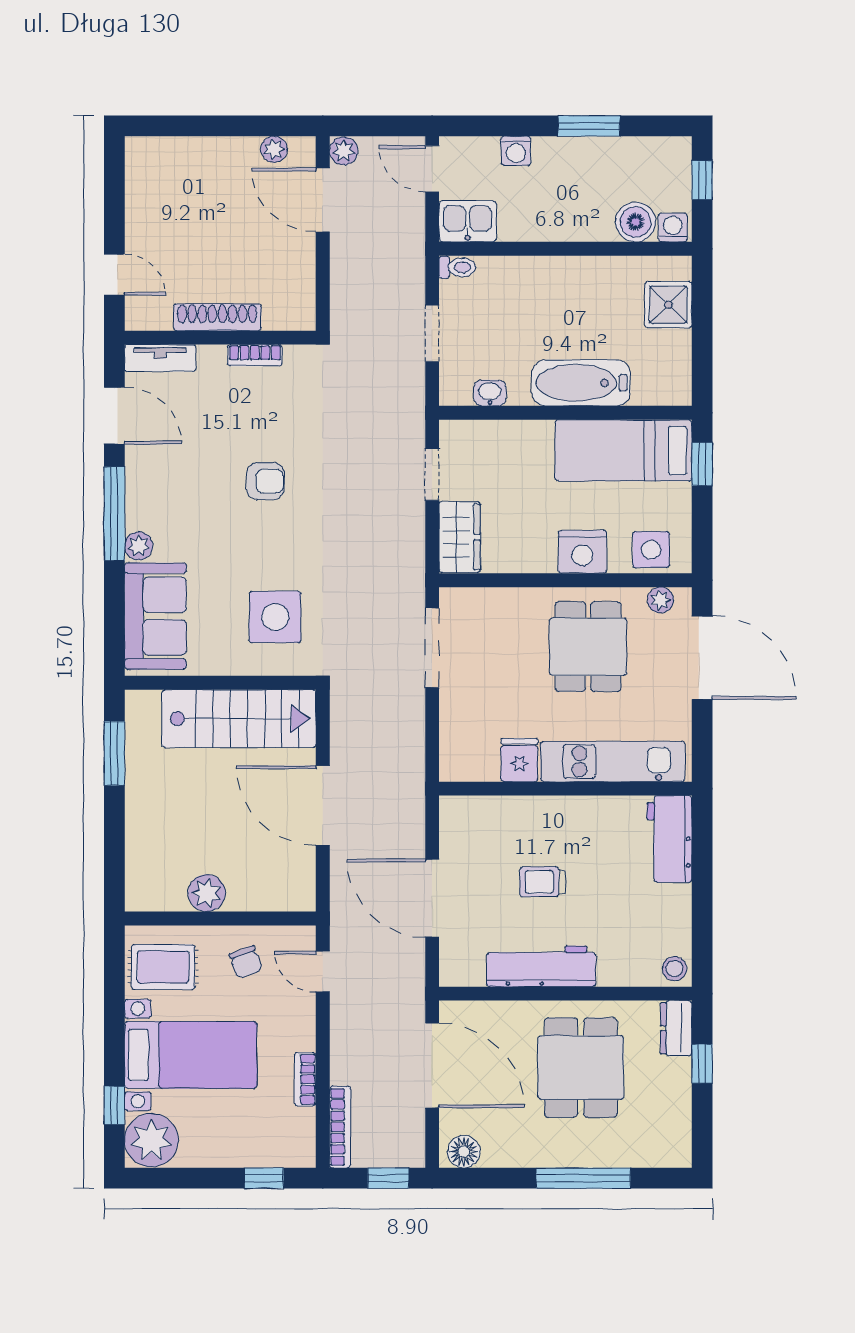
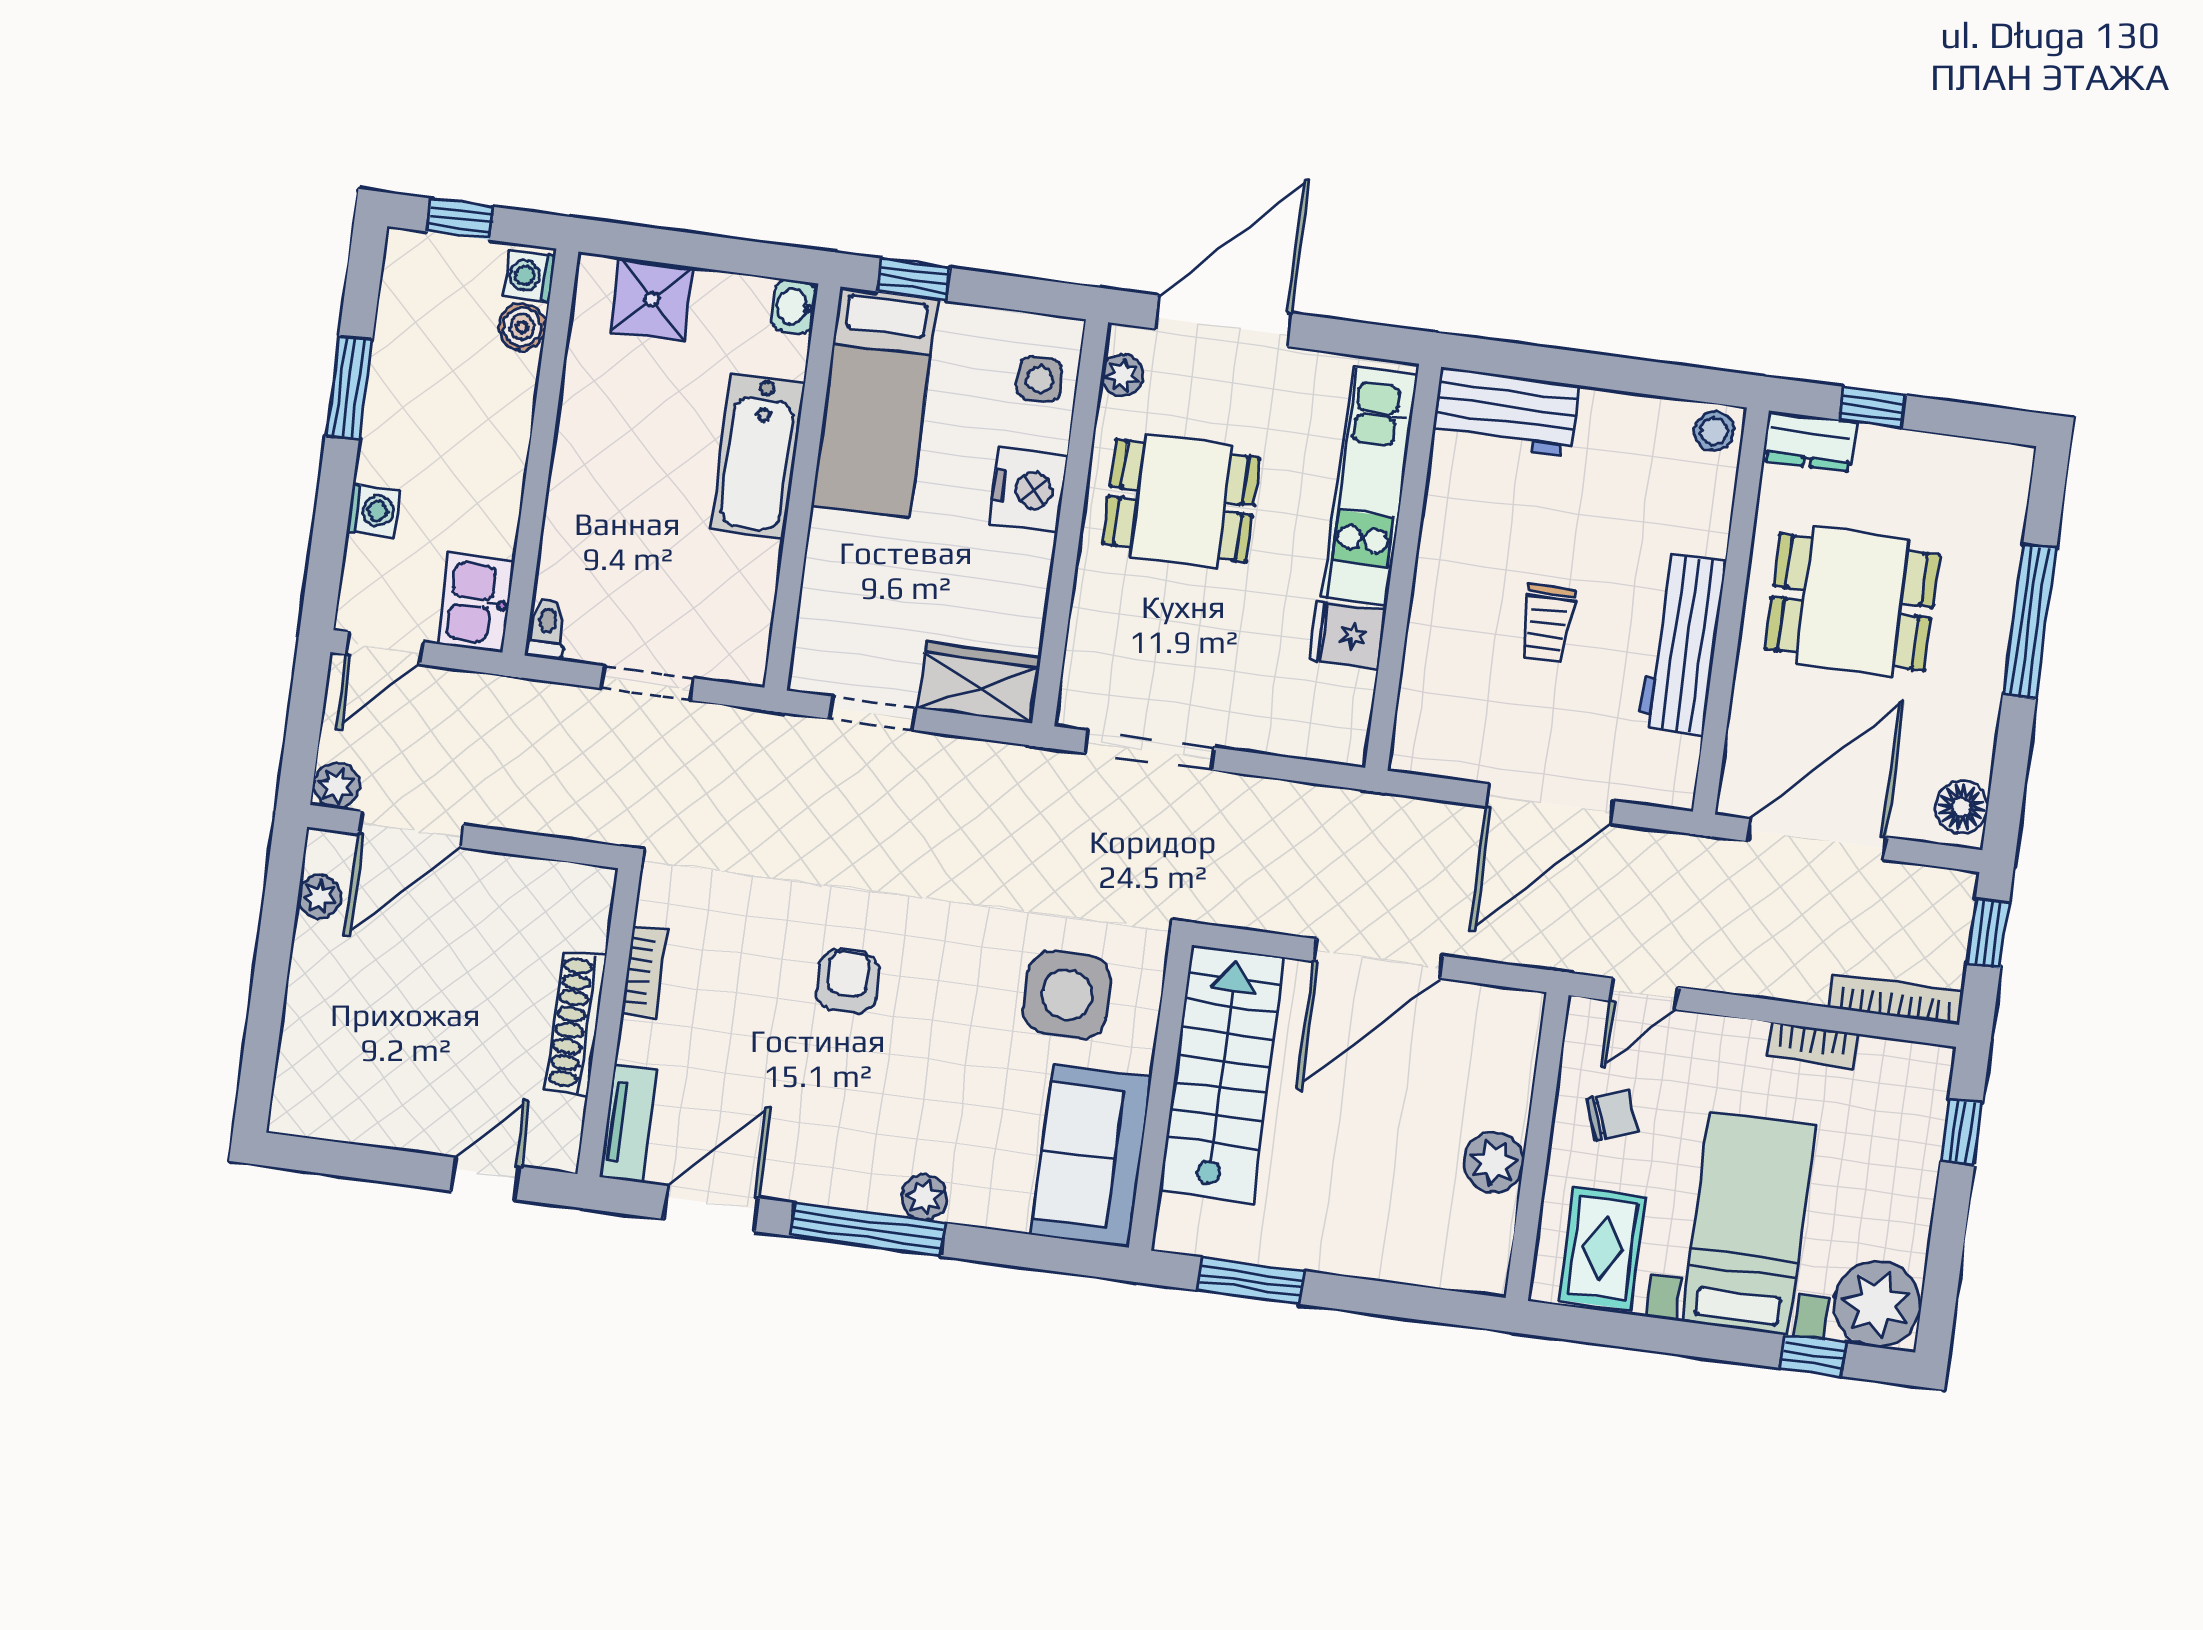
boiler: (636, 222) -> (522, 327), width x0.73, depth x0.73
washbasin: (490, 393) -> (794, 306), moved
side table: (651, 550) -> (1039, 379), width x0.73, depth x0.73
sofa: (155, 616) -> (1091, 1156), moved, turned -90

